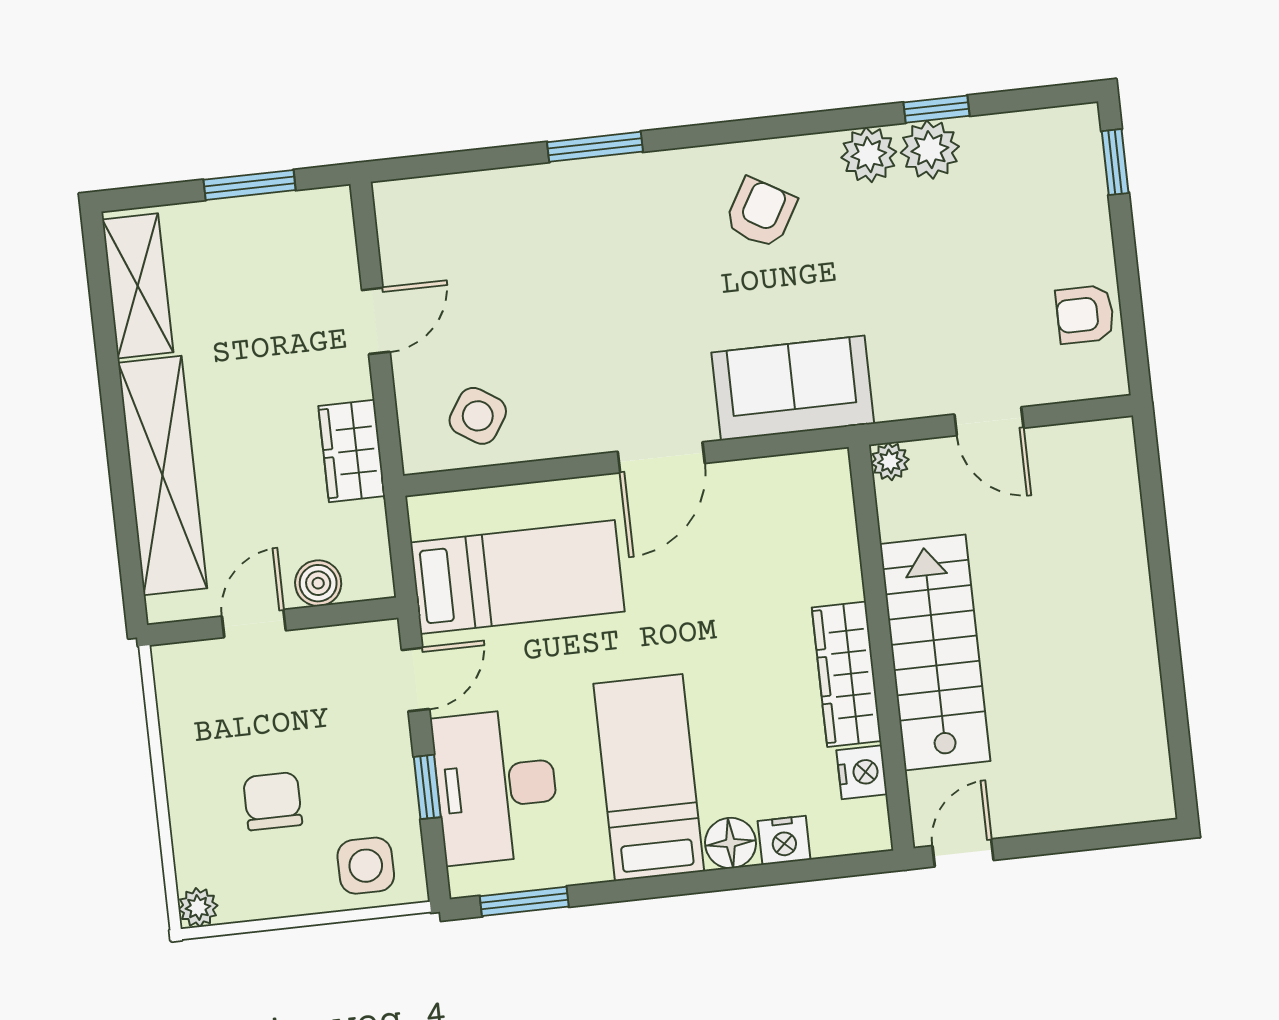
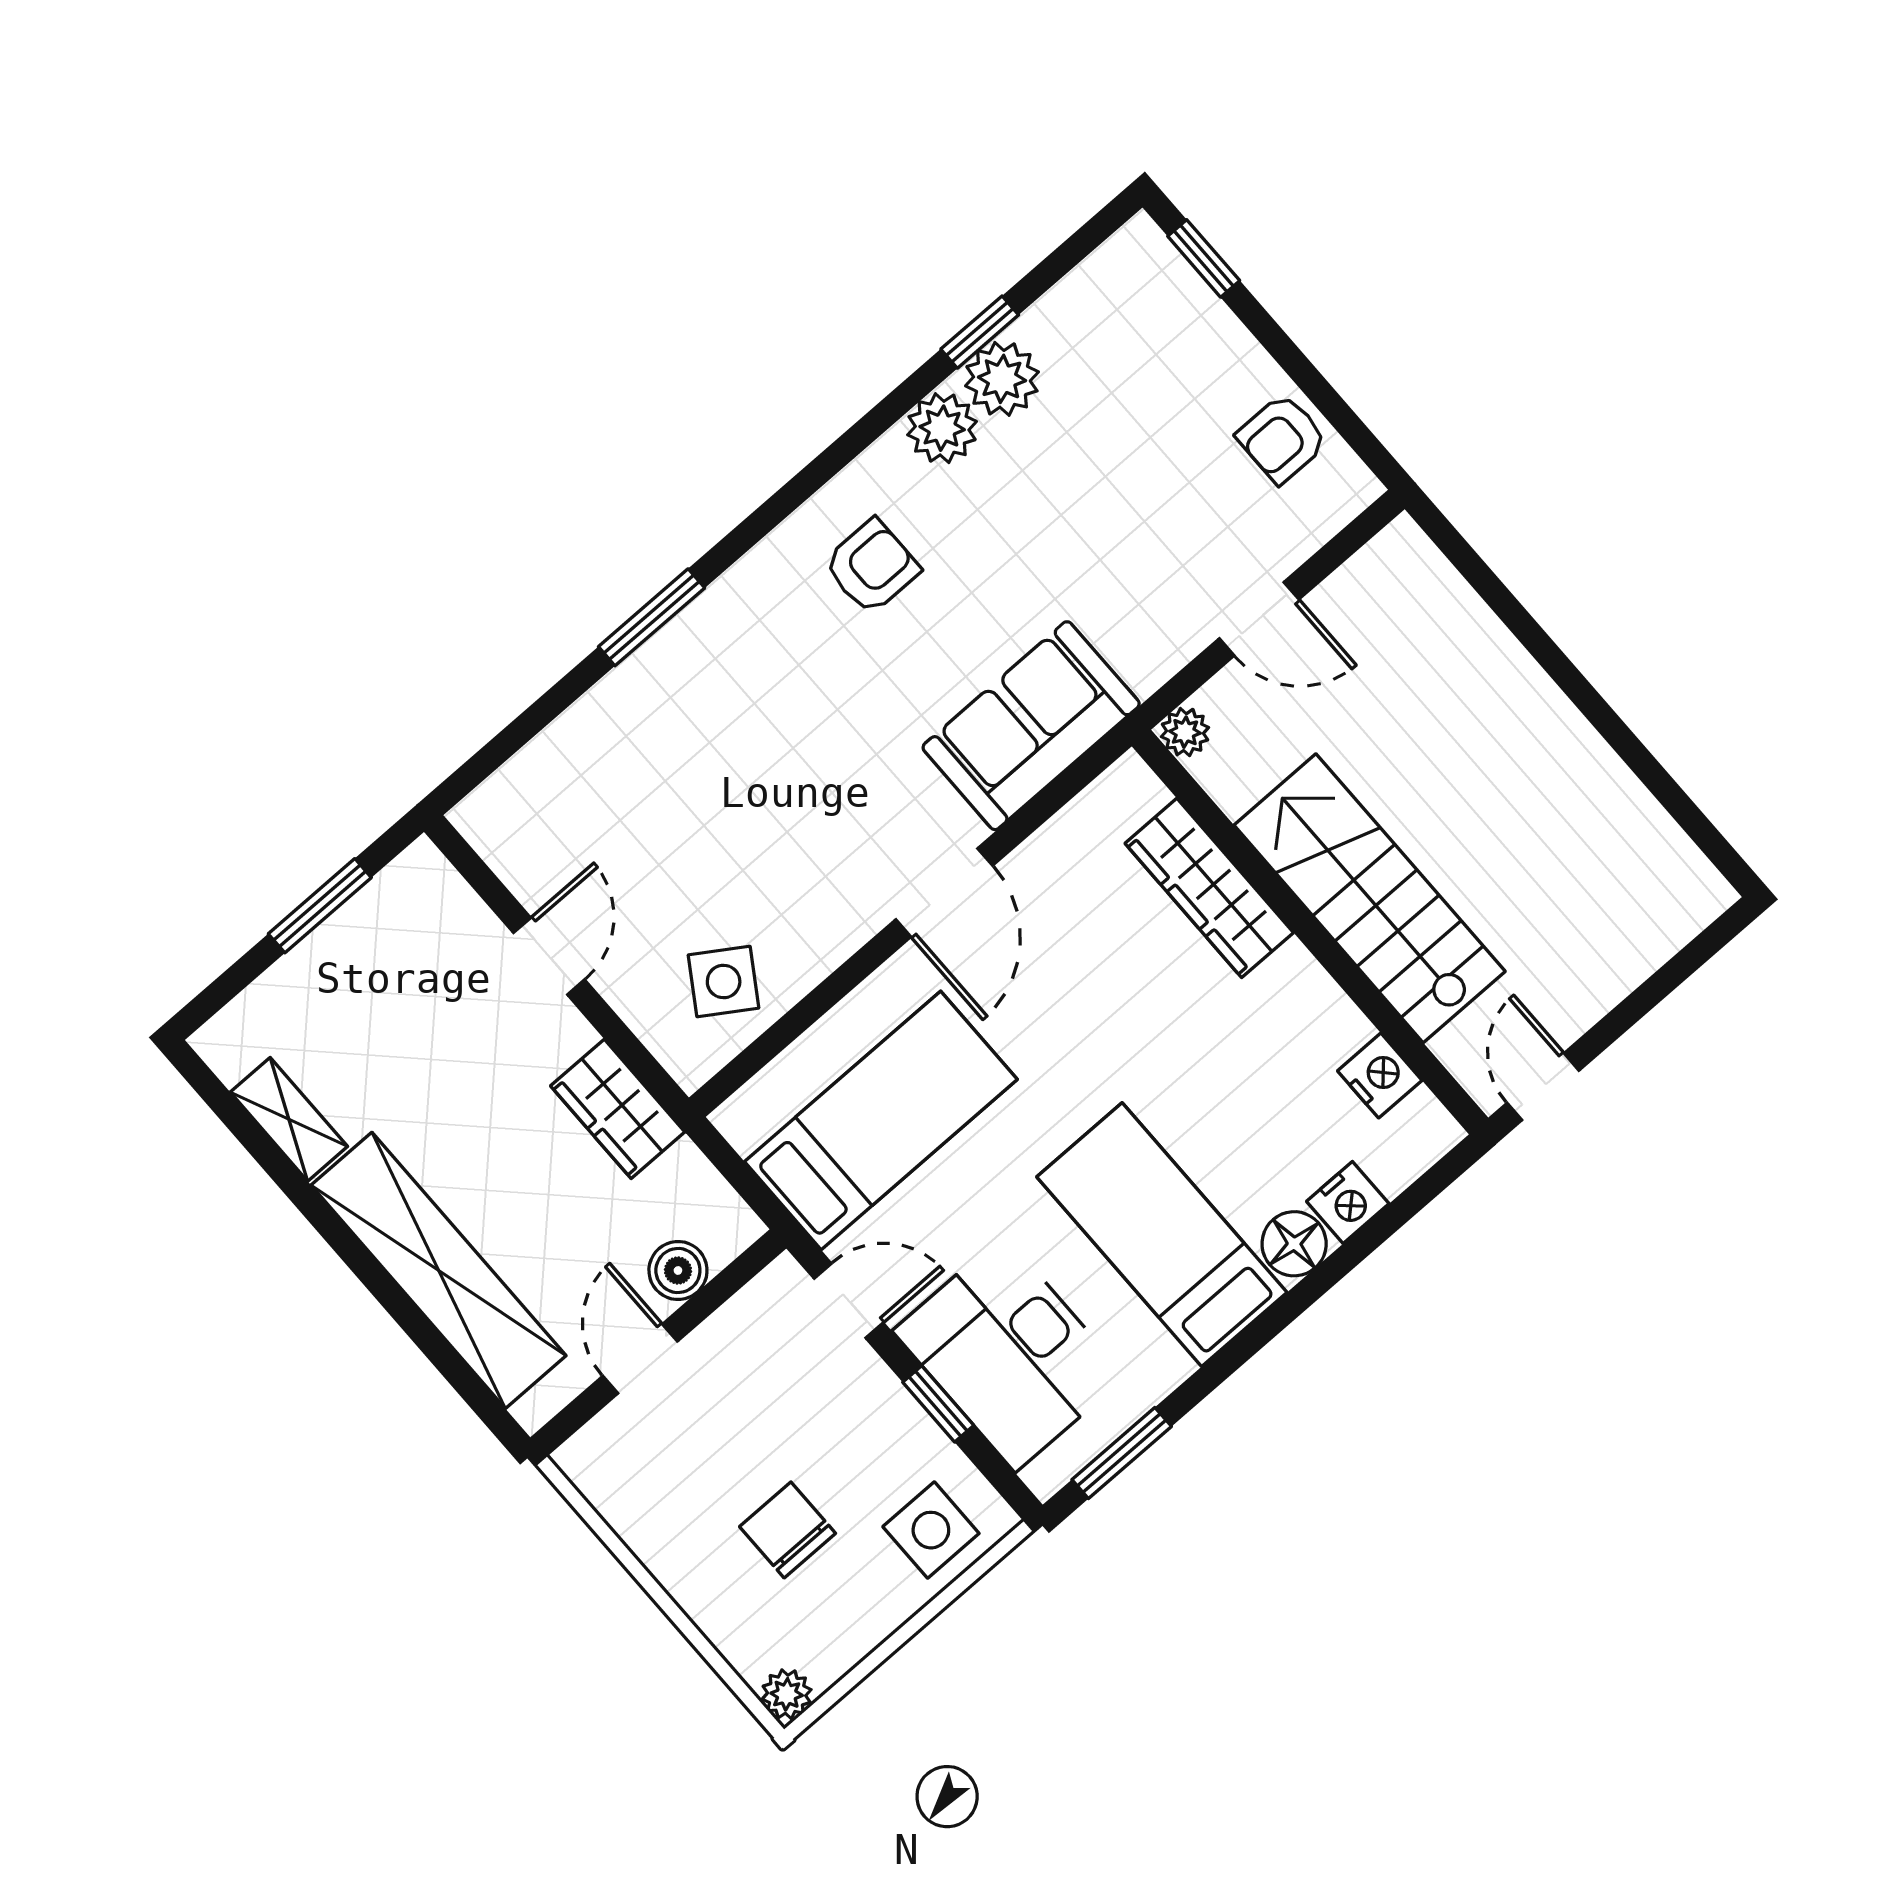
armchair: (761, 213) -> (872, 567), turned 60
shelving: (138, 286) -> (289, 1119), width x0.67, depth x0.75
wardrobe: (847, 674) -> (1209, 888), moved
door: (415, 680) -> (849, 1301), hinge flipped

